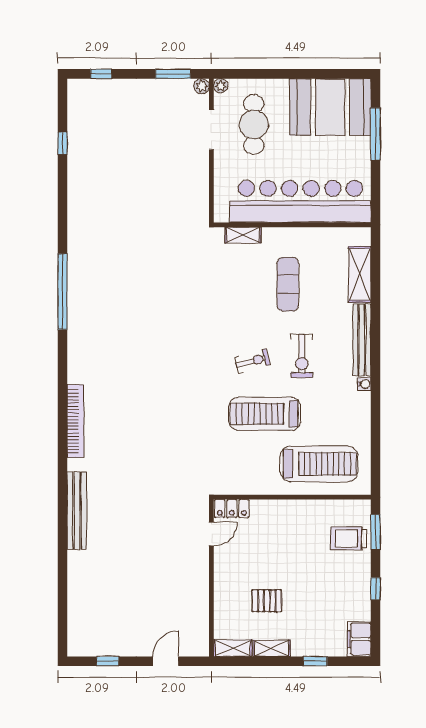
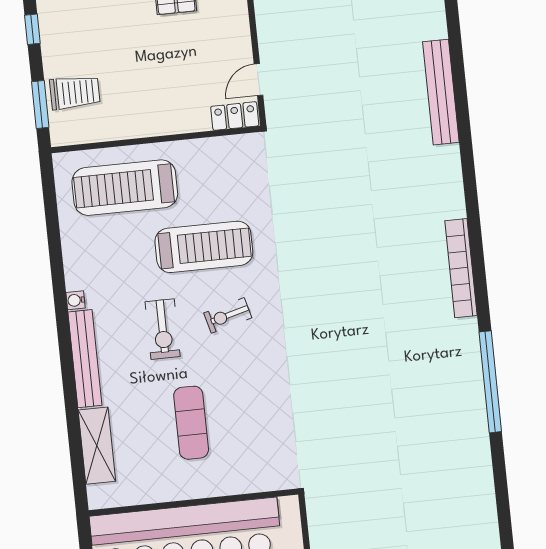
shelving: (243, 235) -> (257, 482), removed
exercise bike: (302, 356) -> (163, 329), turned 180
bookcase: (75, 421) -> (461, 268), moved

